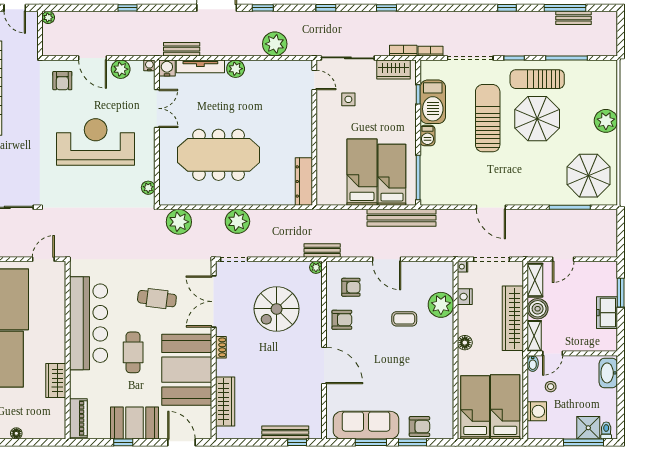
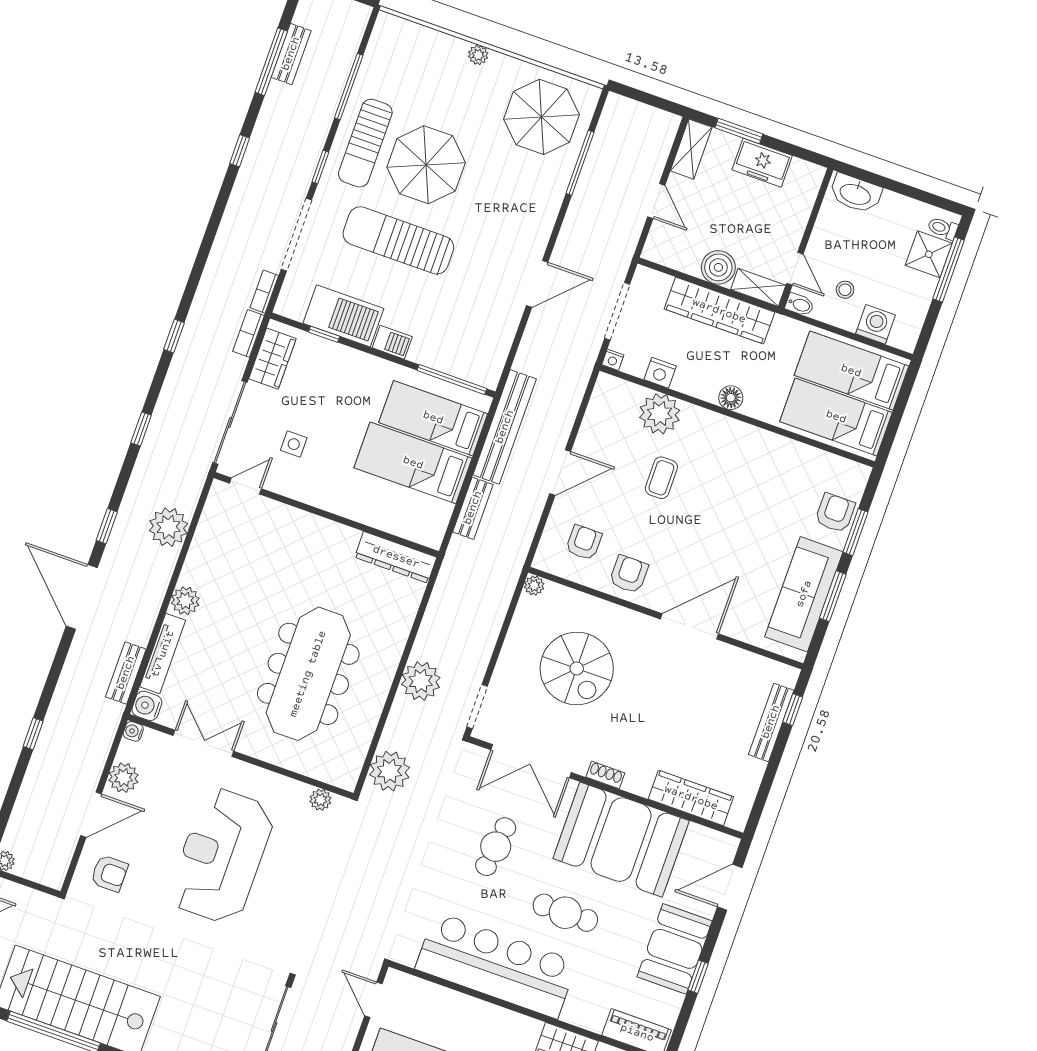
plant: (606, 121) -> (478, 55), width x0.53, depth x0.53
bench: (322, 250) -> (473, 508), moved
shelving: (535, 280) -> (691, 149), moved, turned 90

